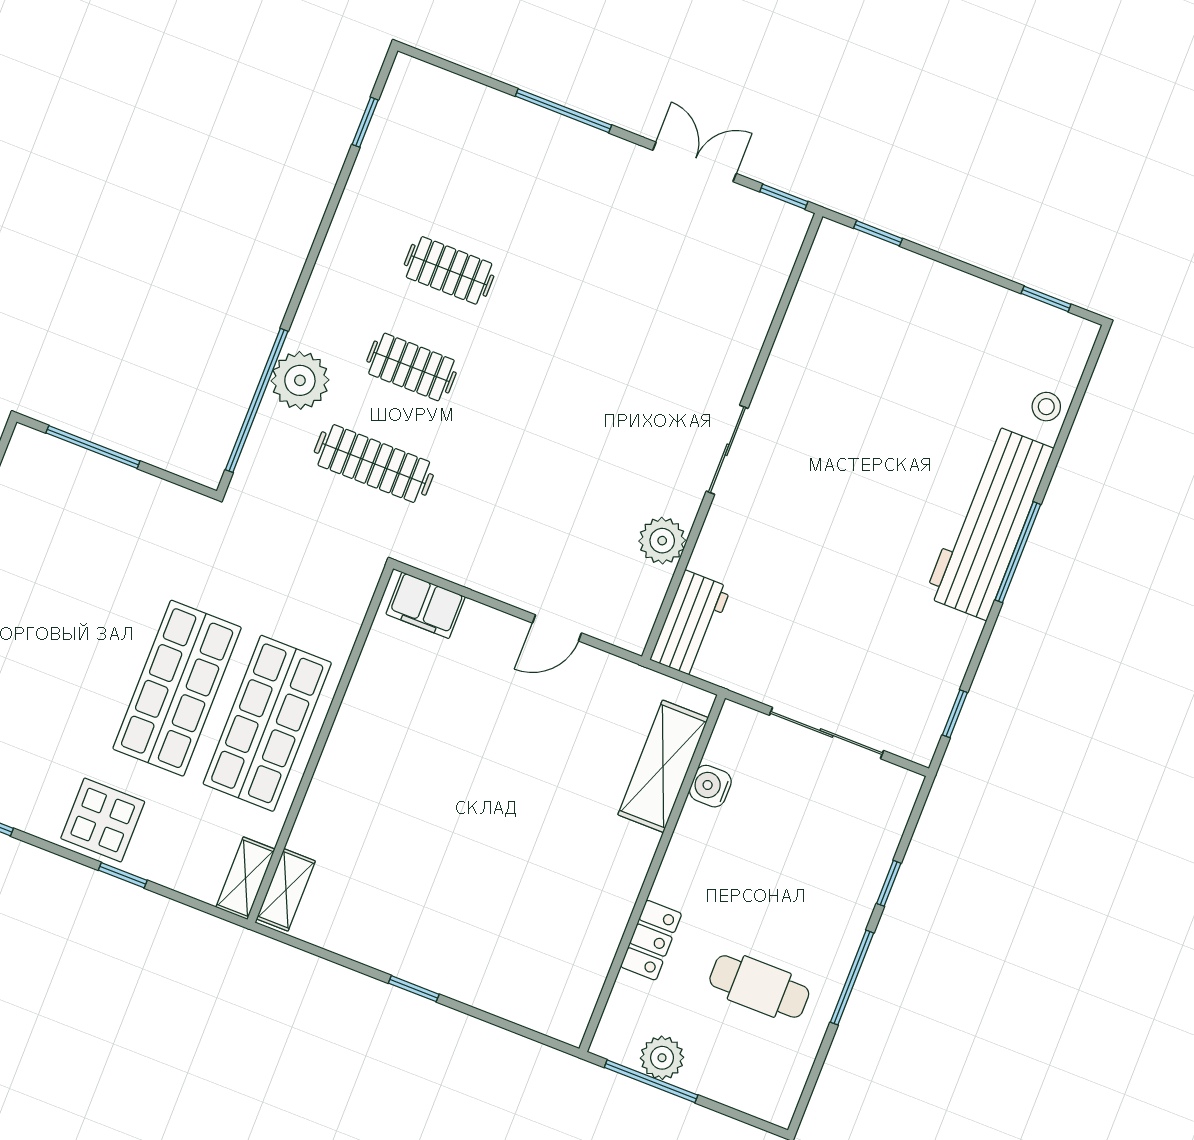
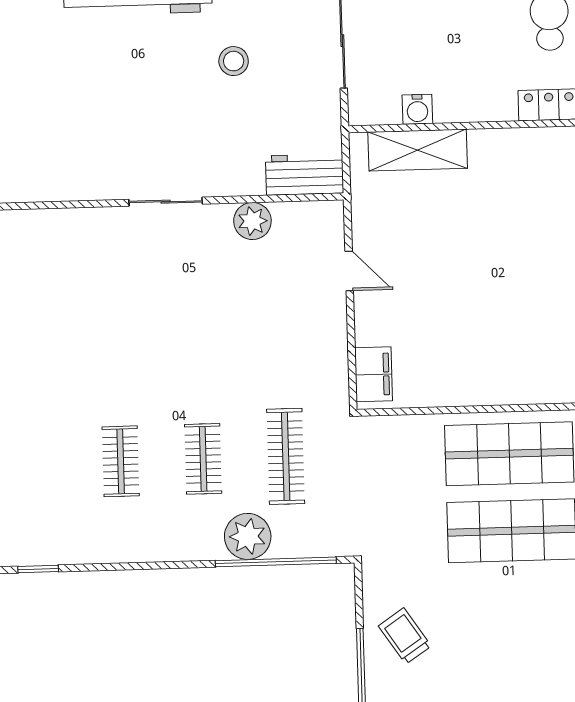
trolley: (108, 513) -> (405, 636), added
stool: (856, 597) -> (234, 61), added

